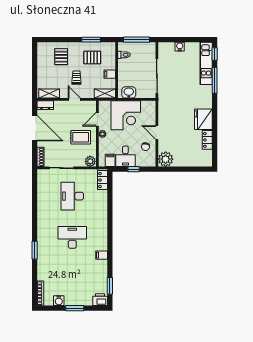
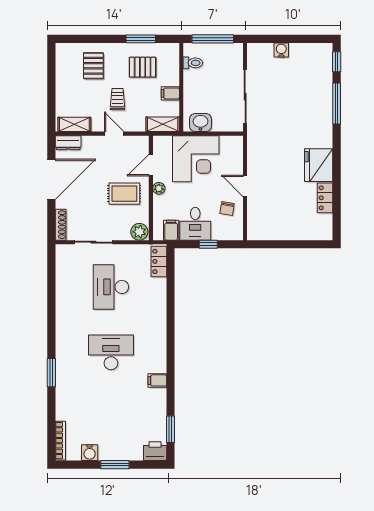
kitchen unit: (206, 63) -> (323, 76), removed
door: (35, 128) -> (51, 179), hinge flipped
plant: (166, 159) -> (259, 228), removed

